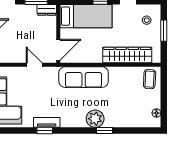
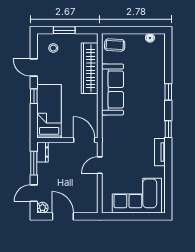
sofa: (84, 77) -> (113, 90), moved
plant: (95, 119) -> (156, 102), removed
window: (45, 131) -> (168, 129), moved

